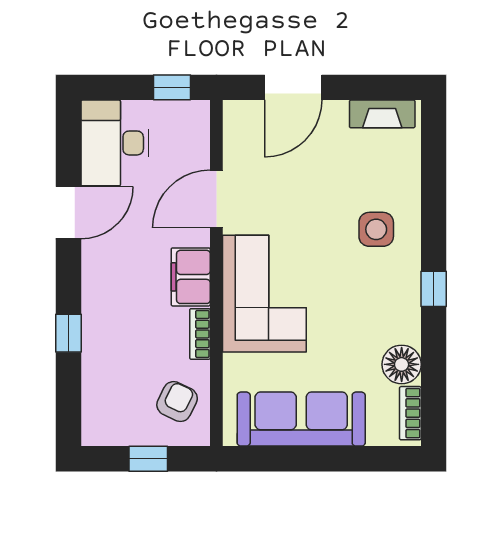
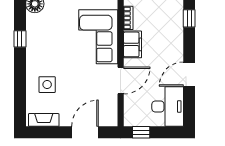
side table: (376, 229) -> (47, 85), moved

